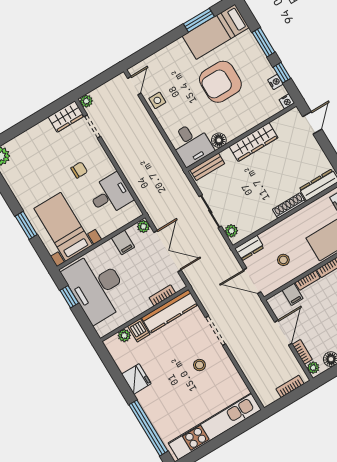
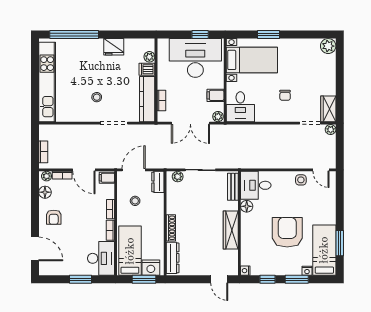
nightstand: (275, 82) -> (307, 271), moved
desk: (110, 195) -> (240, 107), moved
filing cabinet: (293, 294) -> (107, 178), moved

